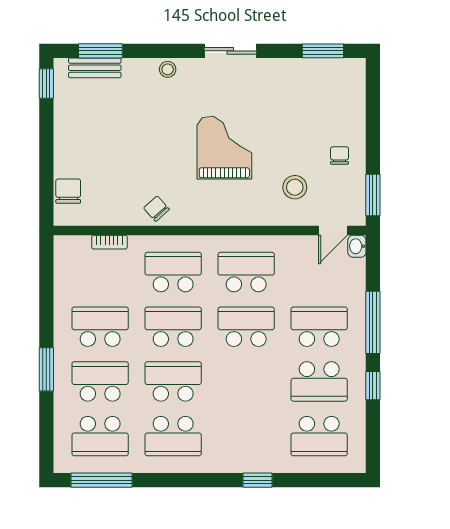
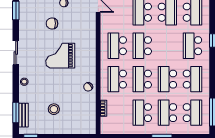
stool: (295, 187) -> (54, 109), moved
chair: (68, 191) -> (52, 23), moved
school desk: (246, 436) -> (192, 46), added

